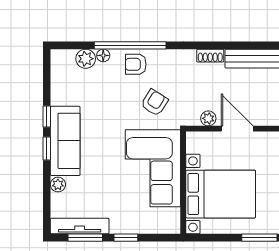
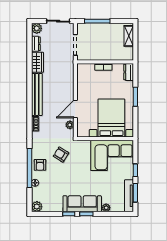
plant: (86, 59) -> (37, 207), moved
corner sofa: (153, 168) -> (112, 155), moved

